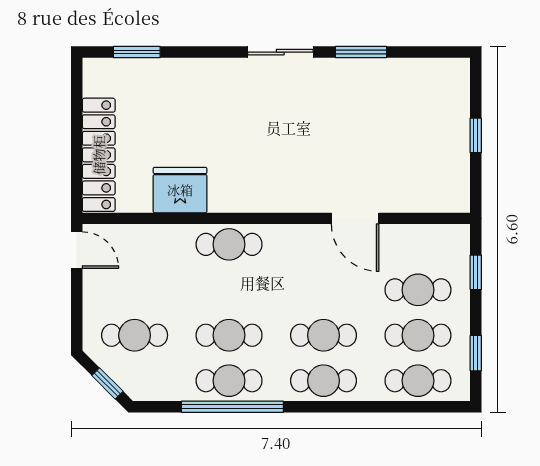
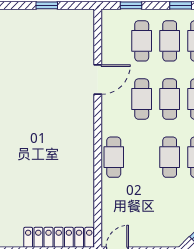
fridge: (180, 190) -> (80, 187), removed
cafe table: (135, 335) -> (142, 99), moved

